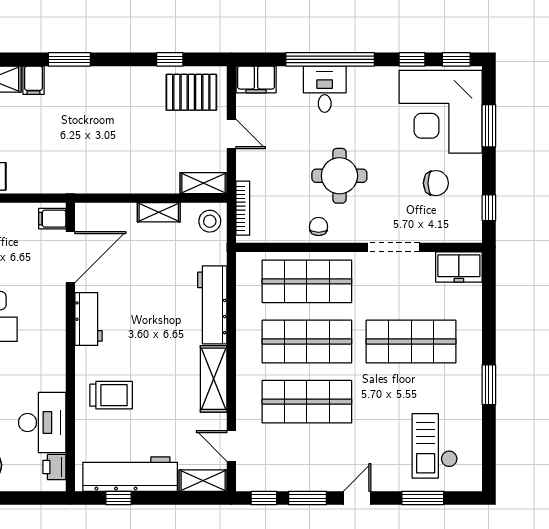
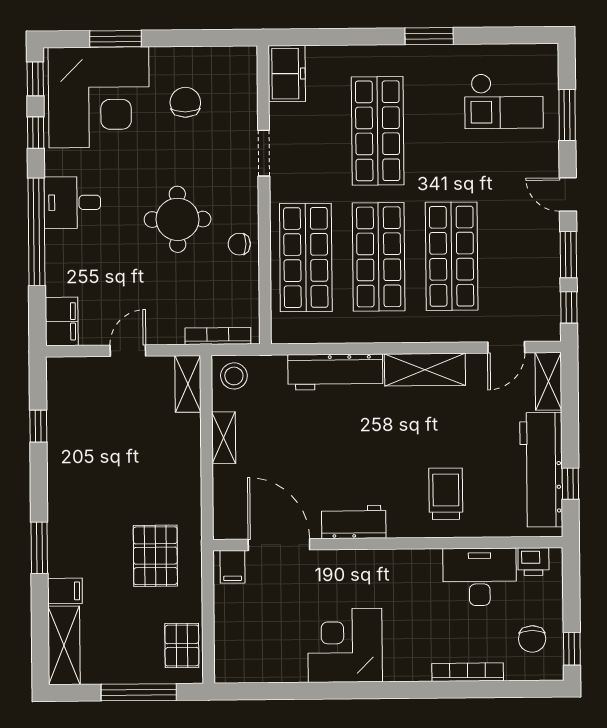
desk: (325, 89) -> (72, 203), moved
pallet: (191, 92) -> (155, 556), moved
window: (489, 208) -> (215, 38), removed
doorway: (393, 247) -> (264, 153), width x0.73

